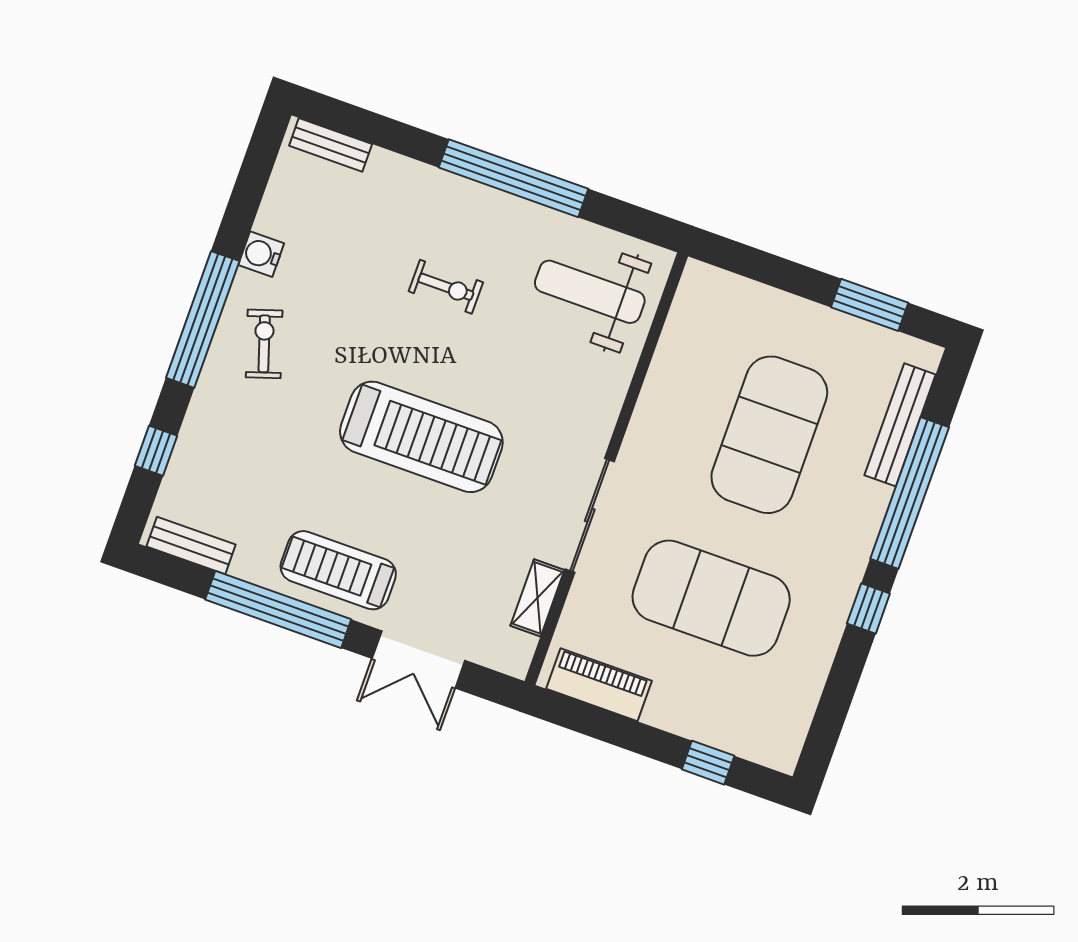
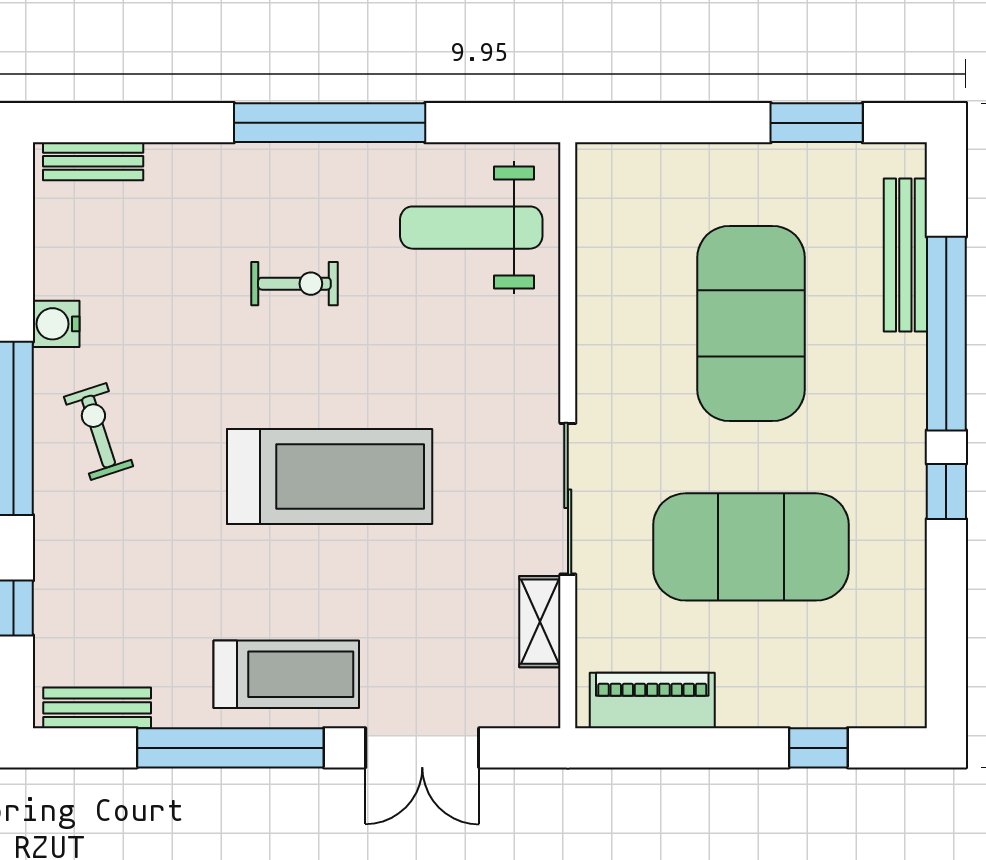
treadmill: (338, 570) -> (286, 674), turned 180

